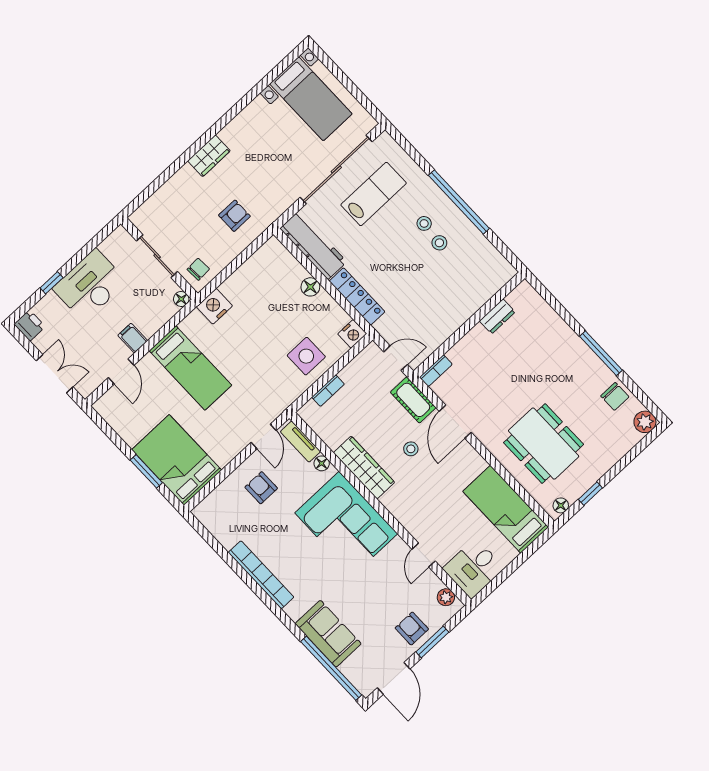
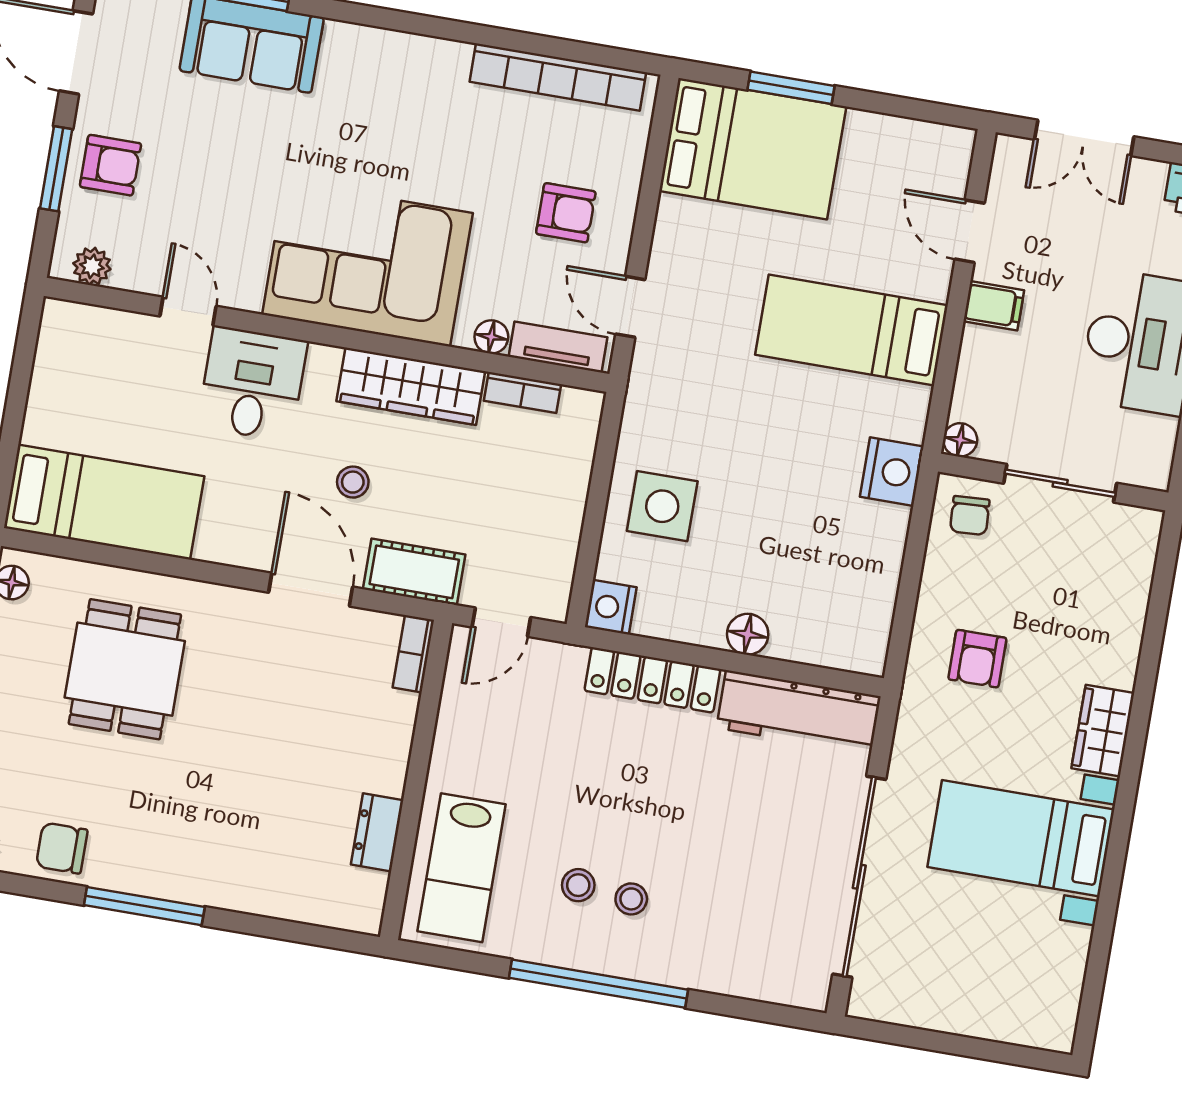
bed with nightstands: (311, 99) -> (1021, 838), moved
lab bench: (374, 194) -> (462, 868), moved
bookcase: (328, 391) -> (523, 392), moved, turned -90
dining table: (544, 444) -> (125, 669), width x0.73
desk: (473, 568) -> (252, 384), moved
bookcase: (261, 575) -> (558, 77), moved

